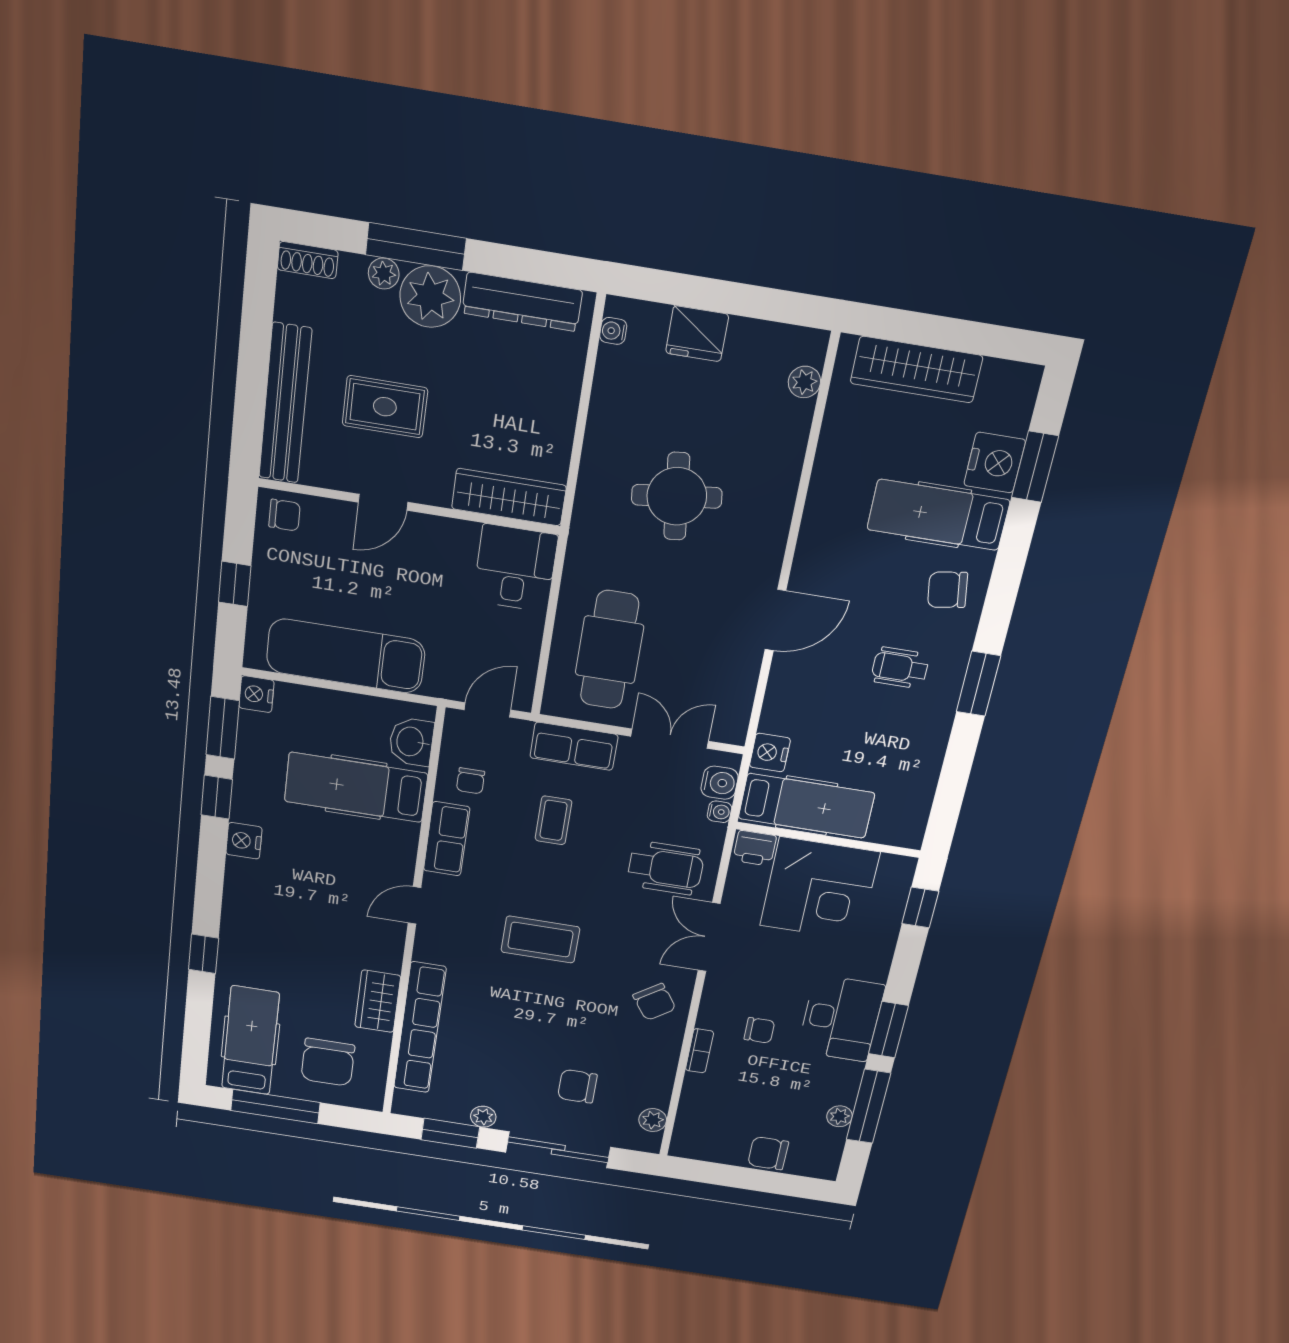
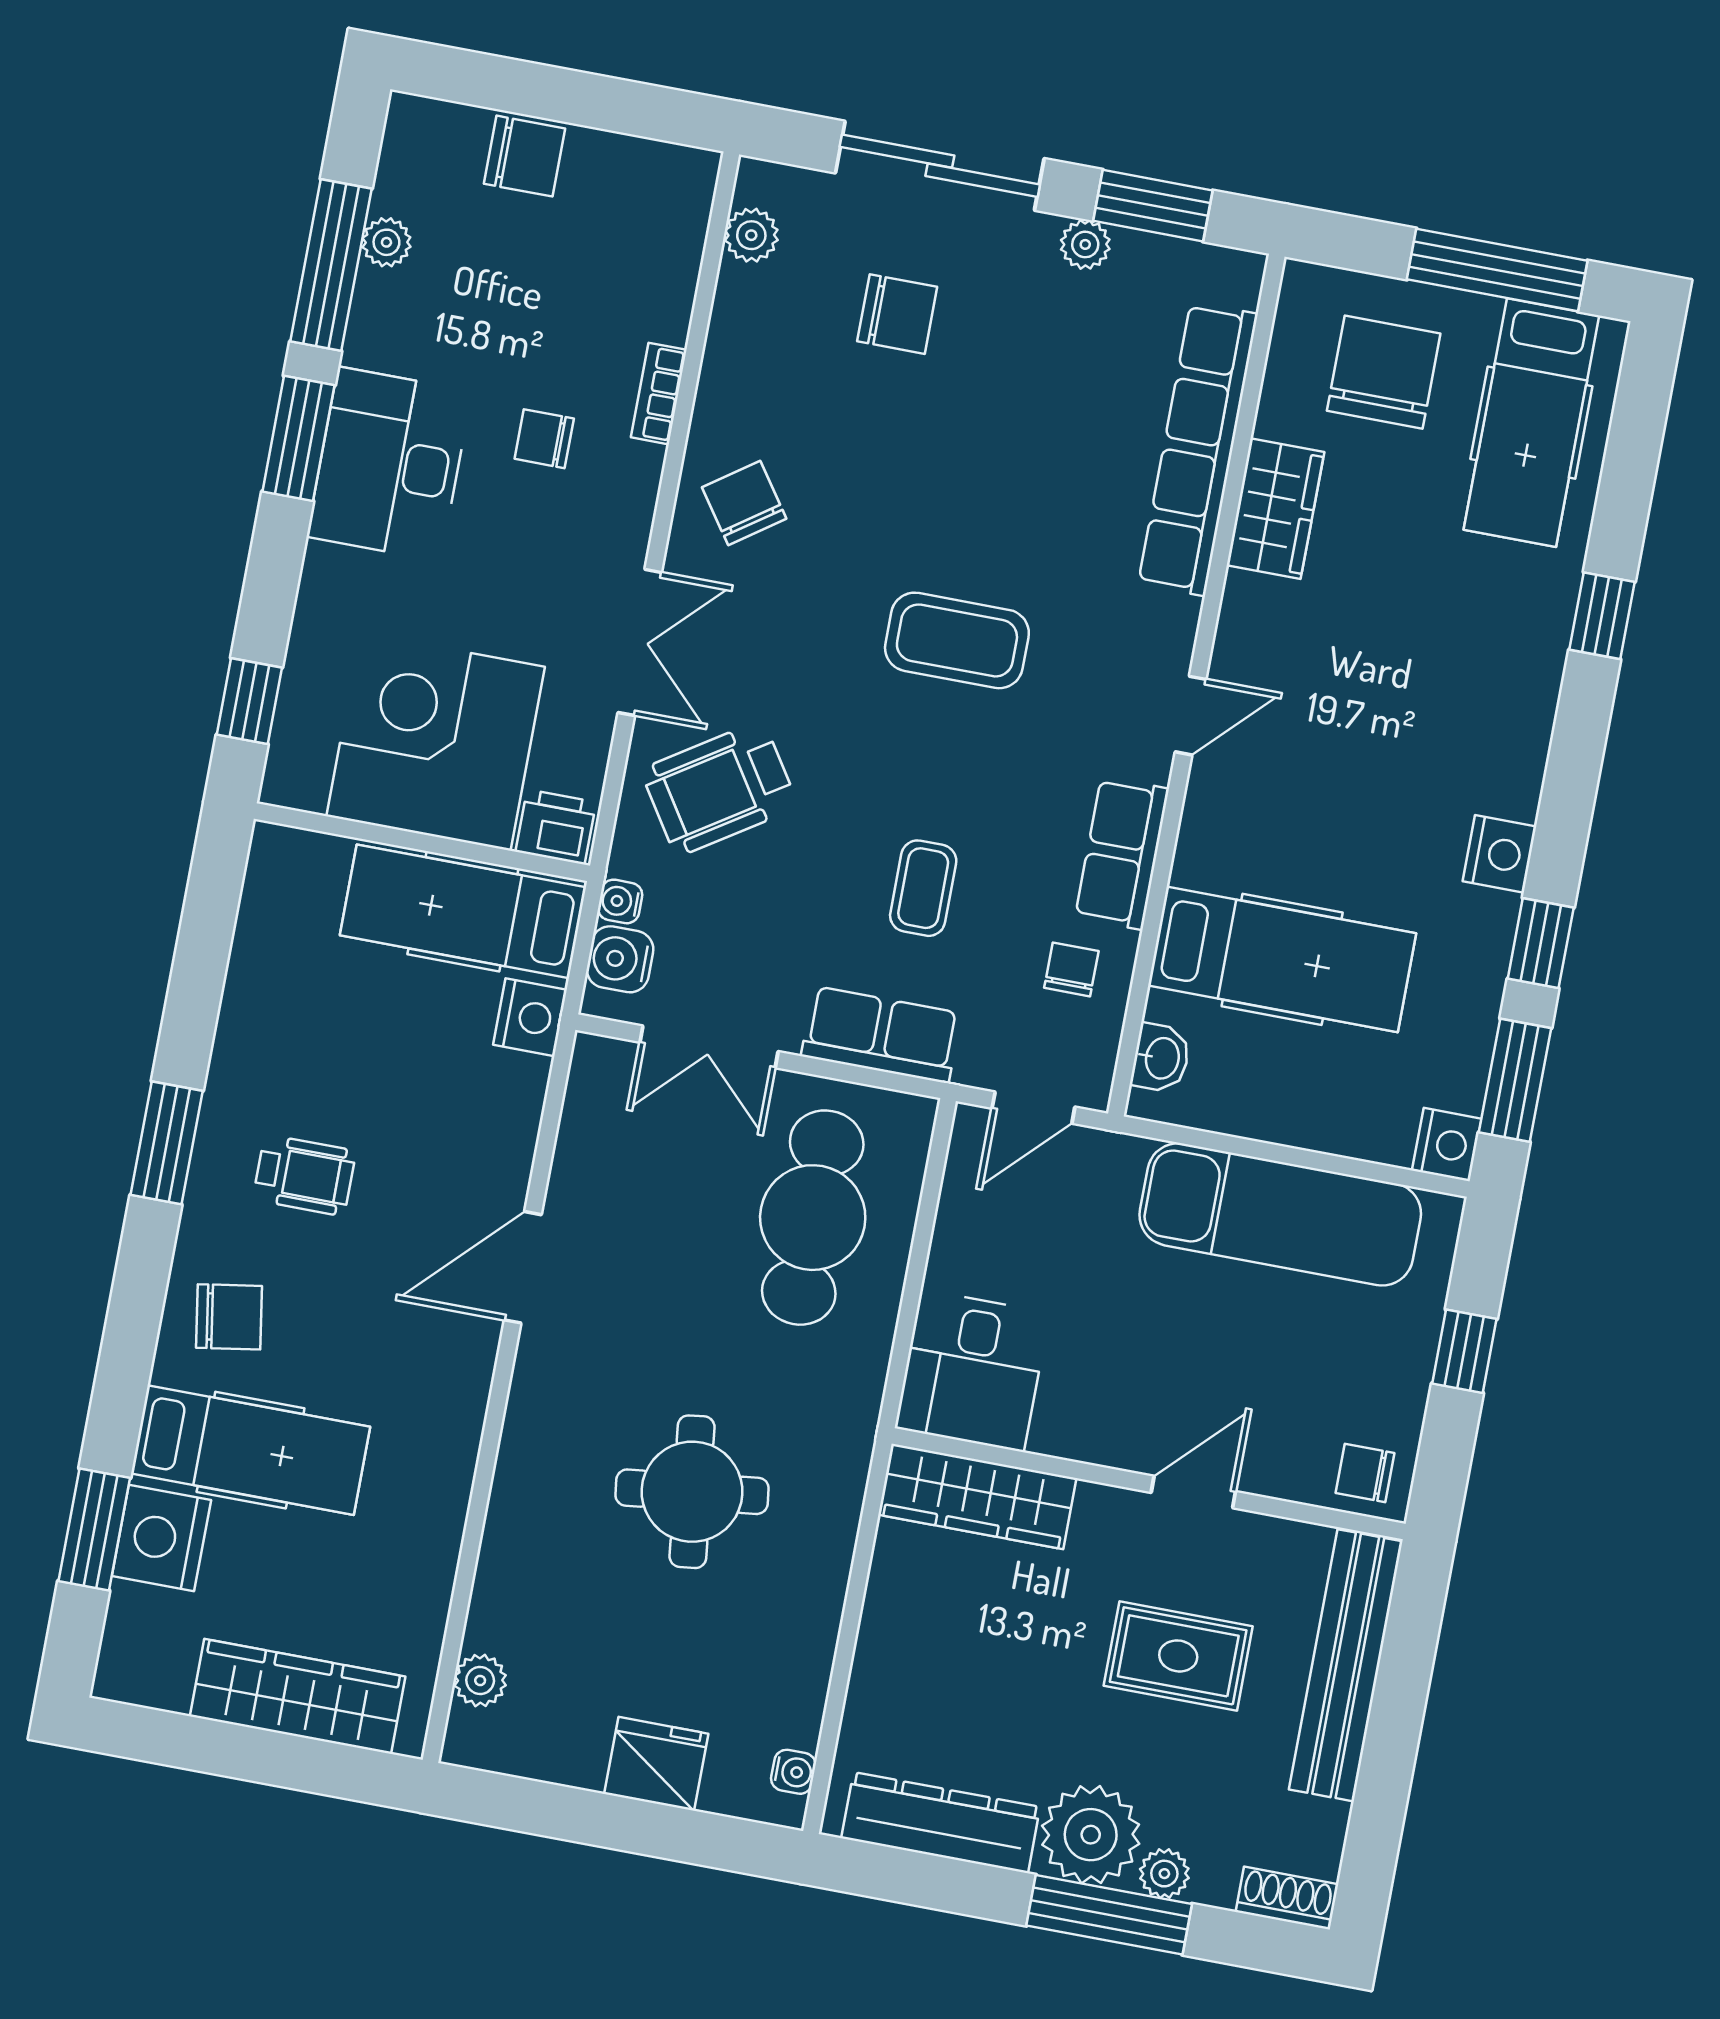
washbasin: (411, 742) -> (1161, 1058), width x0.72, depth x0.69
wheelchair: (666, 868) -> (720, 788), turned -33

